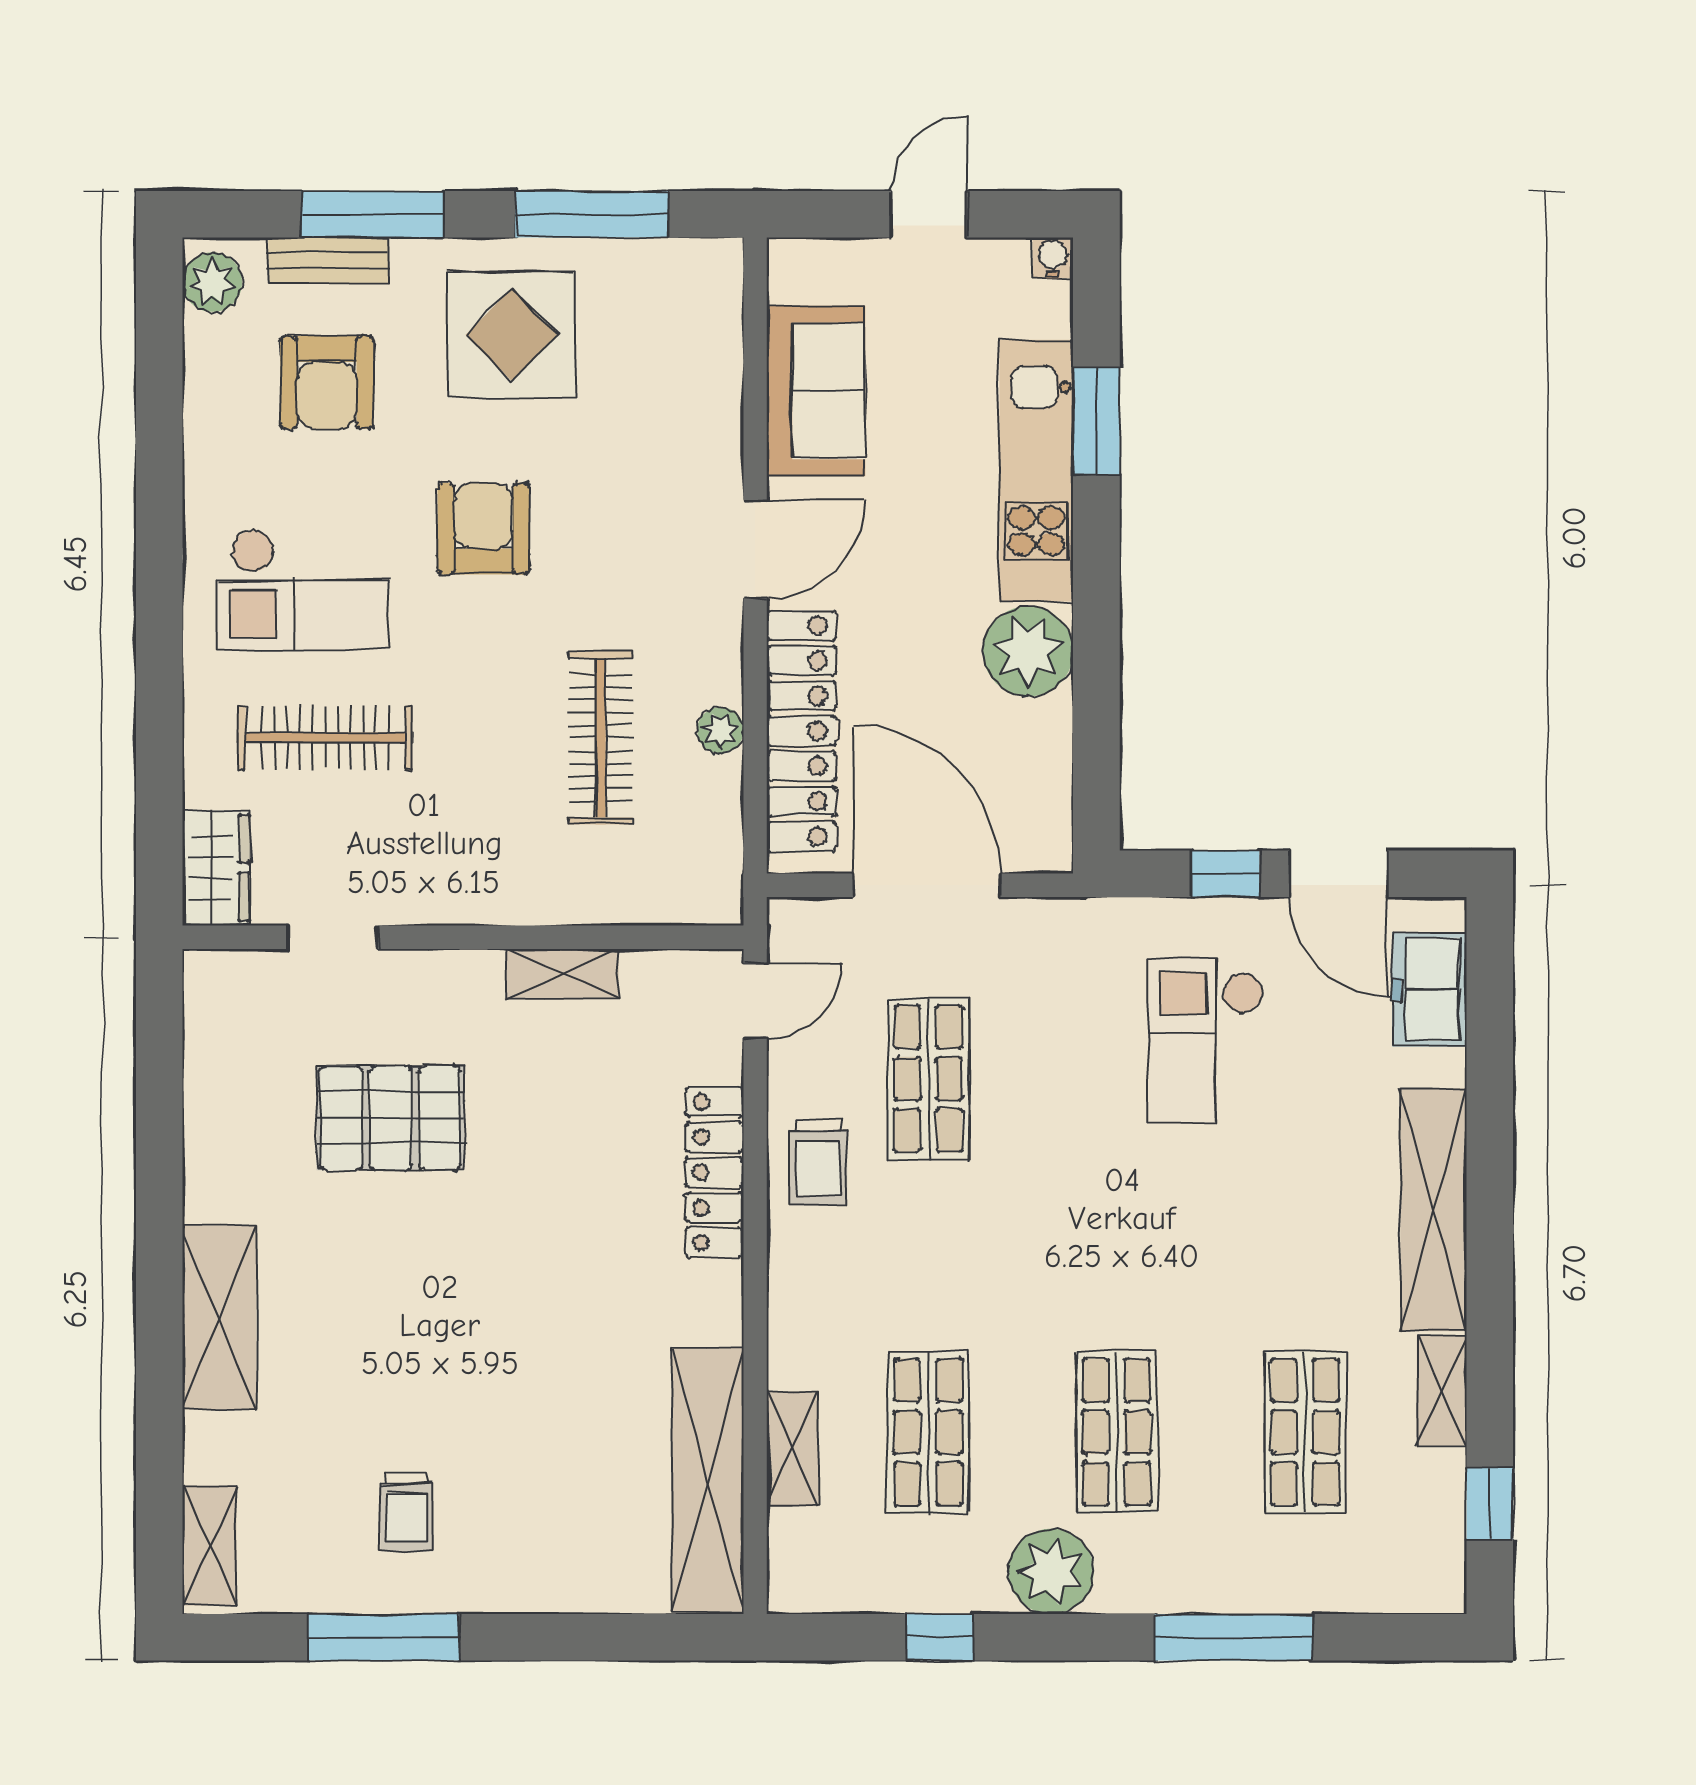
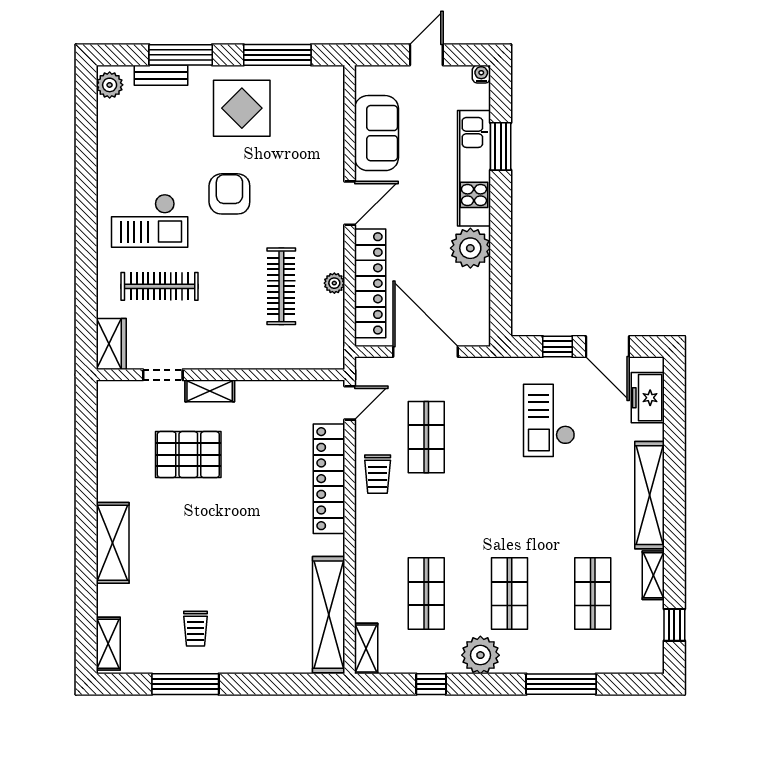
armchair: (327, 382) -> (160, 129), removed
shelving: (563, 974) -> (210, 391), moved
locker: (715, 1172) -> (329, 479), width x1.41, depth x1.21
shelving: (792, 1449) -> (366, 649), moved

